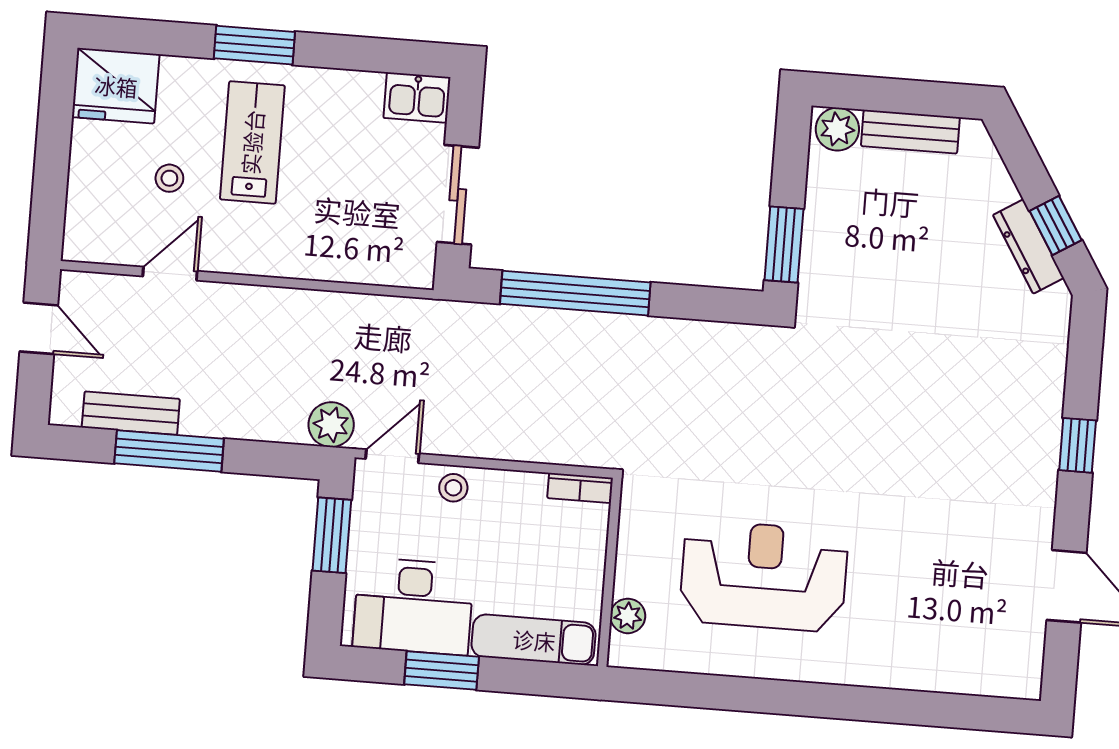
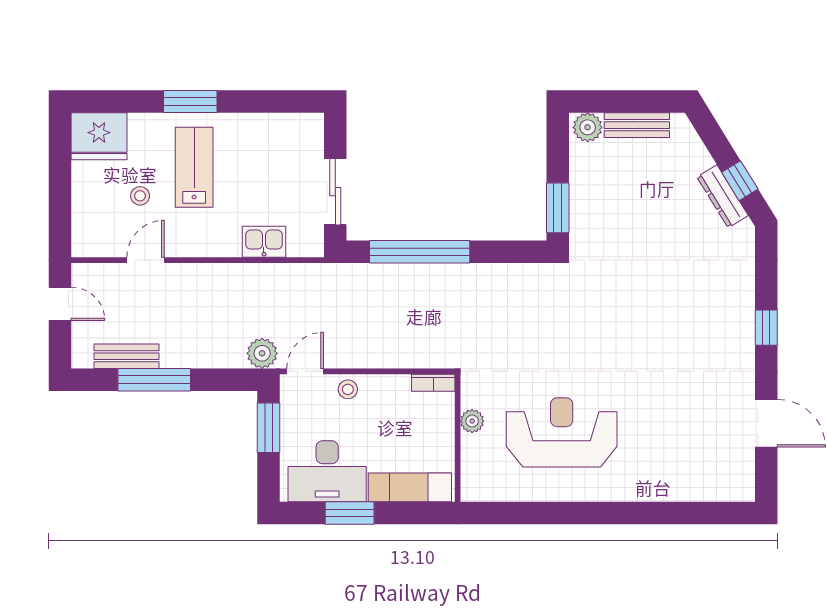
kitchen sink: (417, 98) -> (264, 242), moved, turned 180
plant: (628, 616) -> (472, 421), moved

